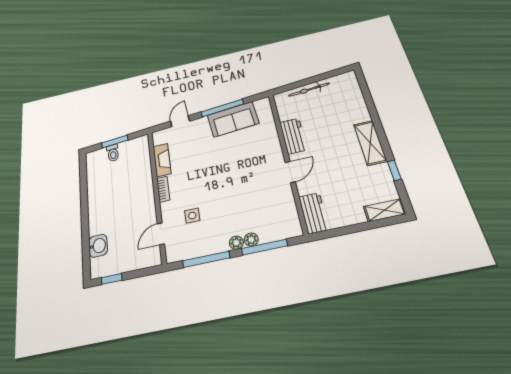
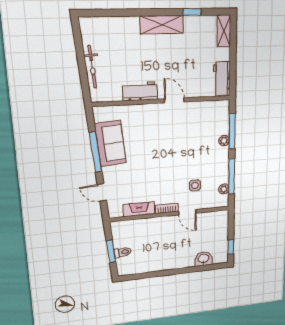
workbench: (314, 213) -> (222, 79), moved, turned -90
door: (161, 234) -> (187, 212), moved
plant: (236, 243) -> (224, 189), moved

